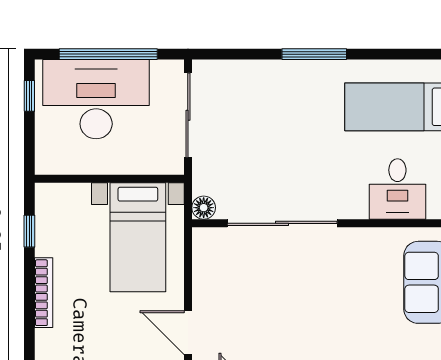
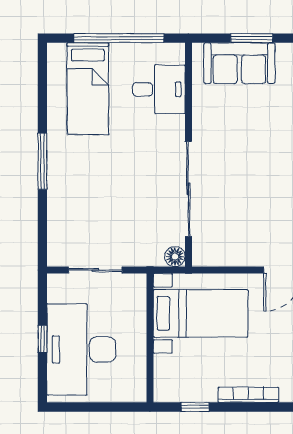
window: (108, 54) -> (42, 339), width x0.32
window: (29, 96) -> (78, 407), removed
sliding door: (188, 115) -> (95, 270), width x0.73

